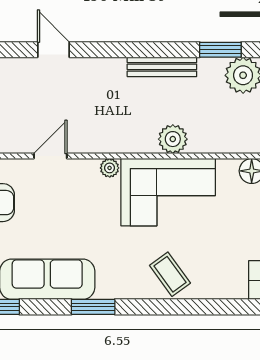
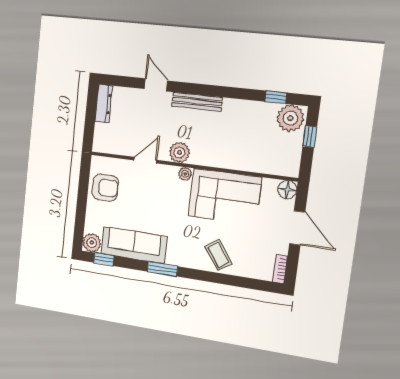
window: (220, 50) -> (276, 97), width x0.67
bench: (162, 67) -> (197, 102), moved
plant: (173, 139) -> (179, 152), moved

